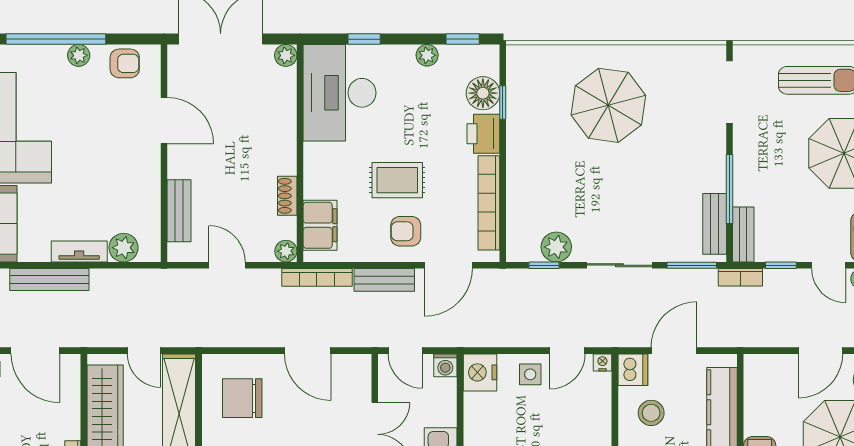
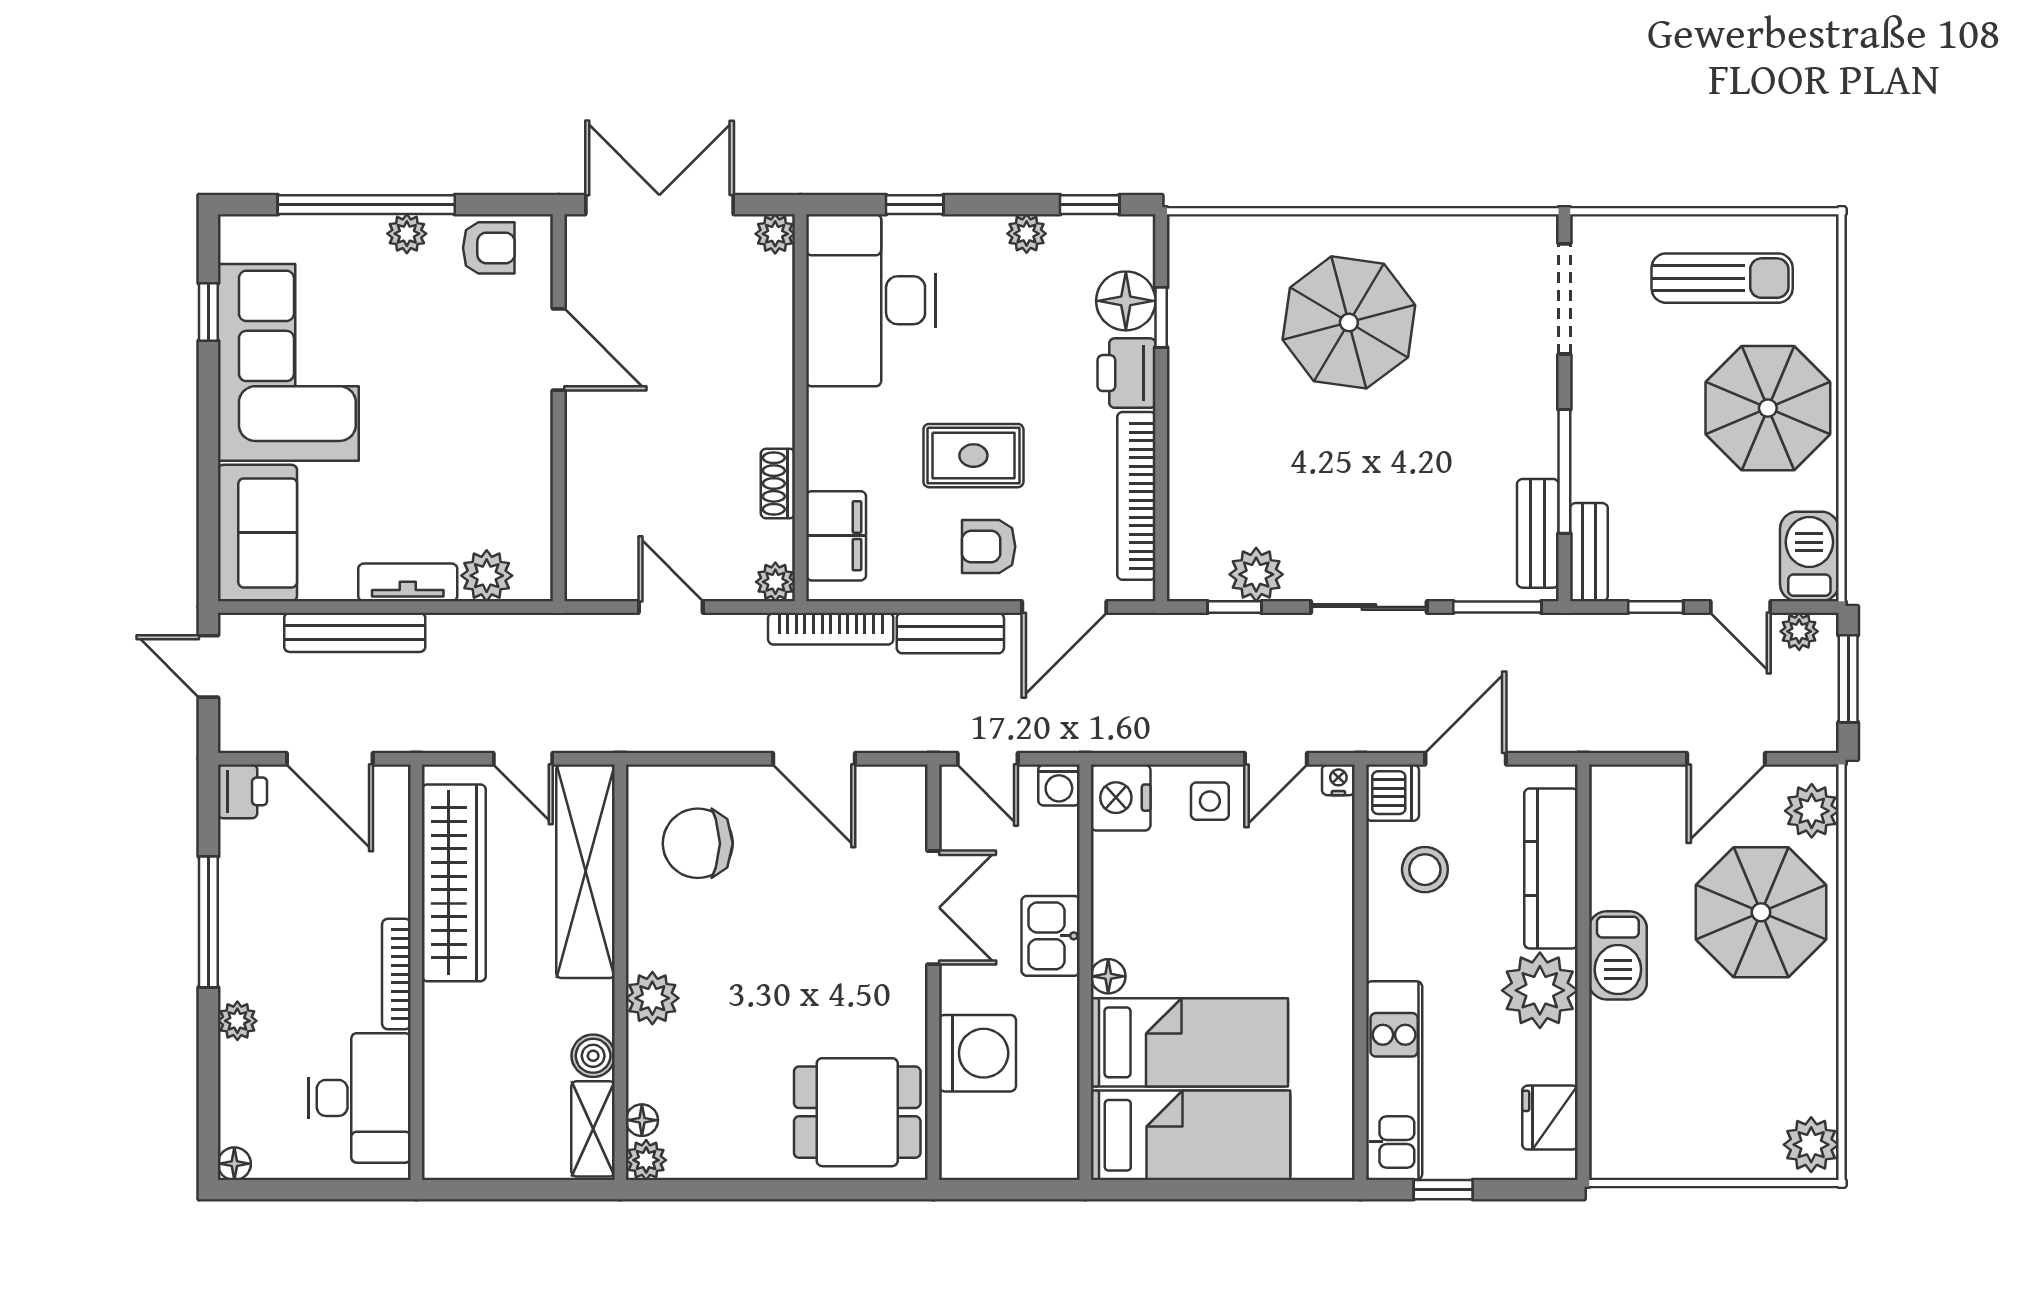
bench: (179, 211) -> (585, 510), removed
bookcase: (740, 277) -> (1584, 628), removed

